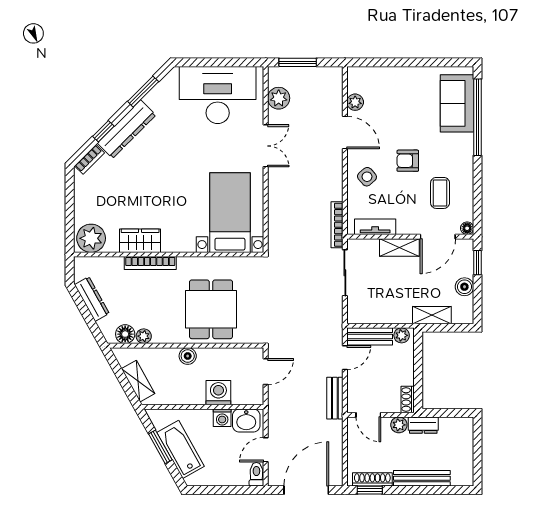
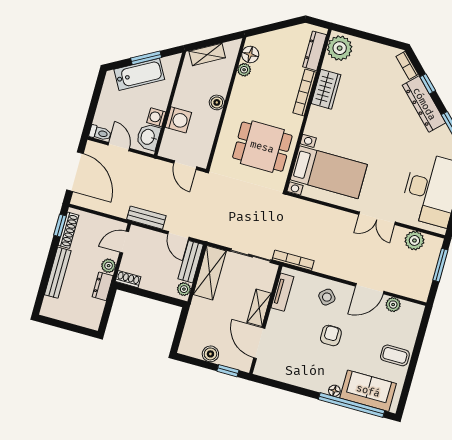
coffee table: (440, 193) -> (395, 355), moved
floor lamp: (467, 228) -> (334, 391), moved
dresser: (92, 299) -> (315, 51), moved, turned 119
dining table: (211, 309) -> (262, 147), moved
shelving: (432, 315) -> (210, 273), moved, width x1.50, depth x1.33

